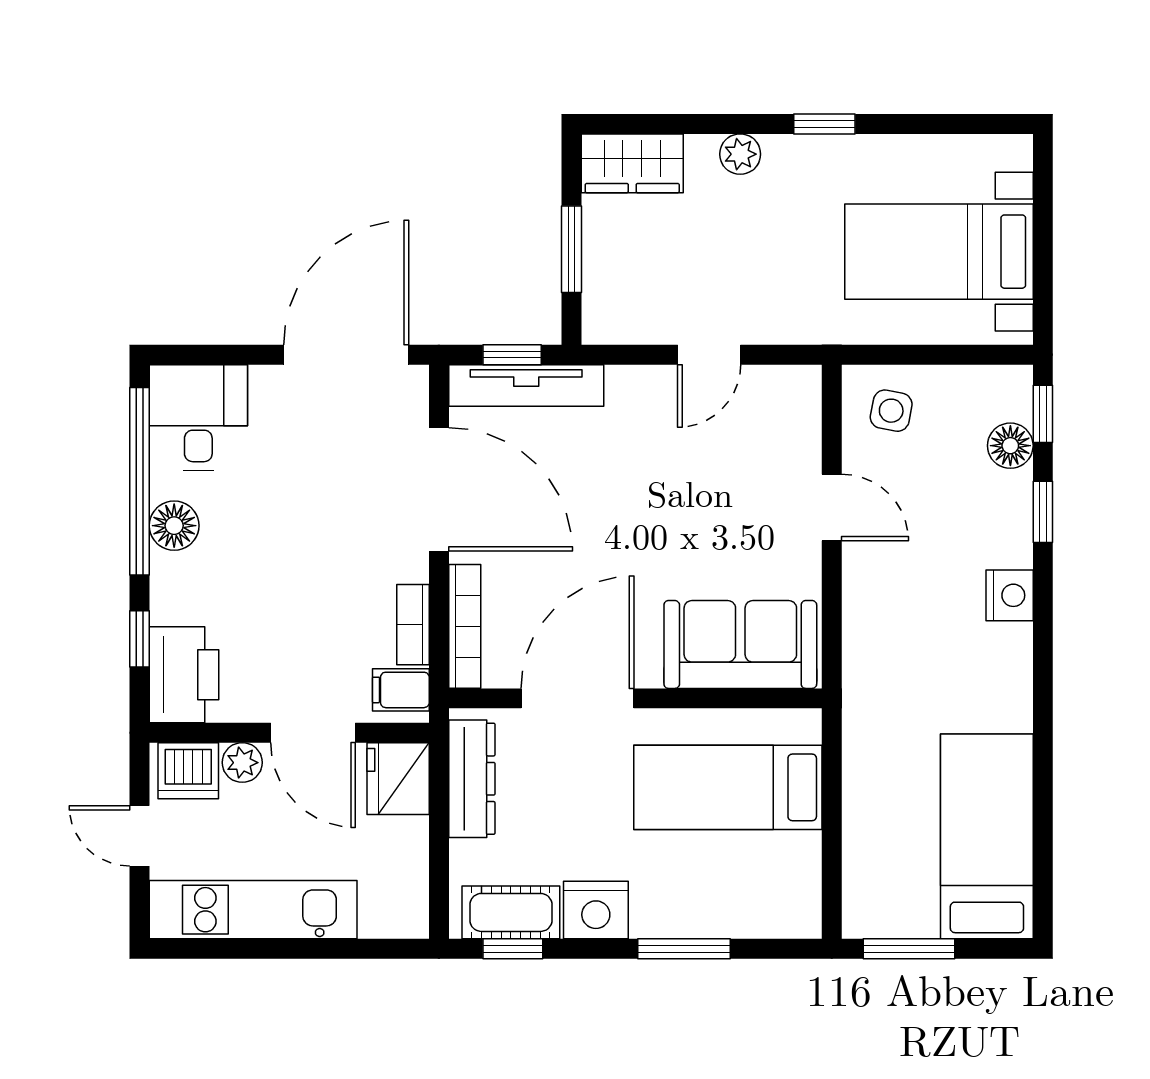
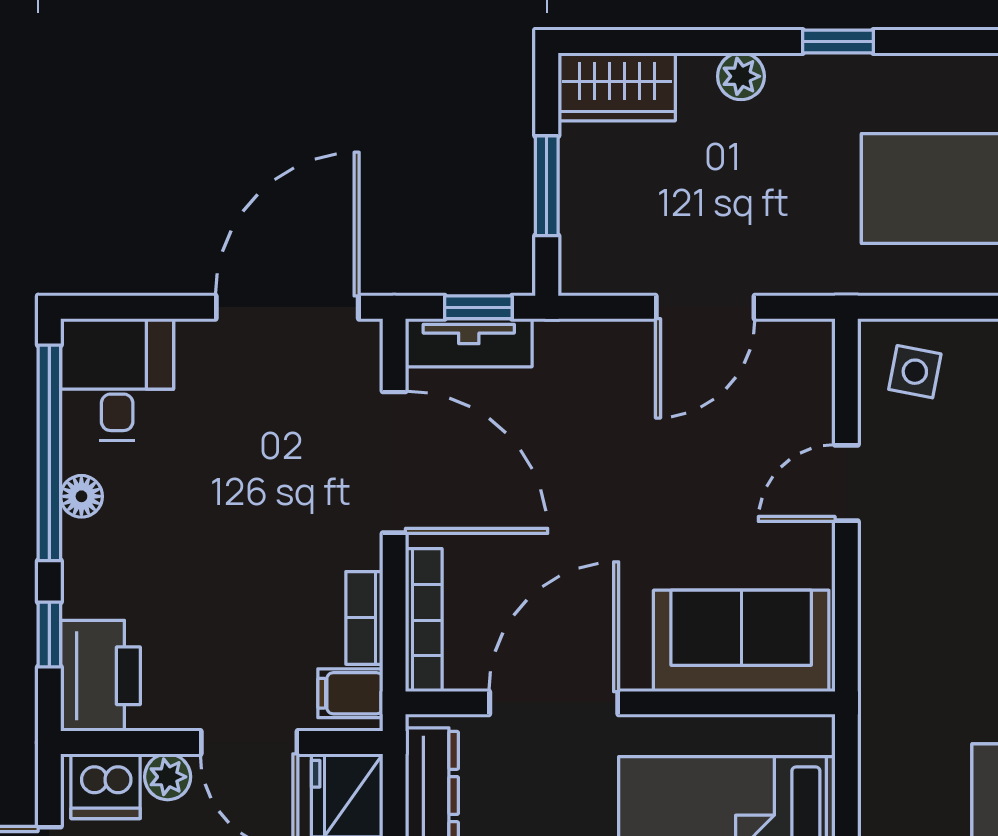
door: (709, 355) -> (705, 307), width x1.38
tv unit: (526, 386) -> (469, 343), width x0.71
door: (832, 507) -> (846, 483), swing flipped
floor lamp: (174, 526) -> (81, 496), width x0.73, depth x0.73

